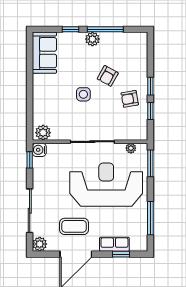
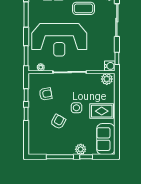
plant: (92, 39) -> (81, 149), moved
rug: (50, 90) -> (102, 111), added
armchair: (130, 99) -> (46, 94), moved

